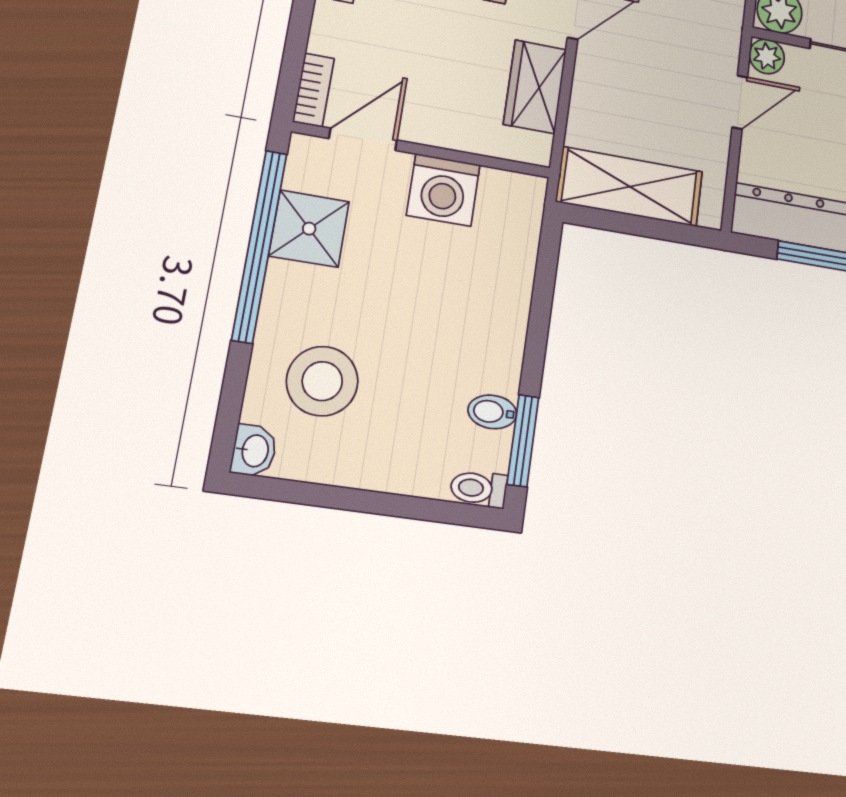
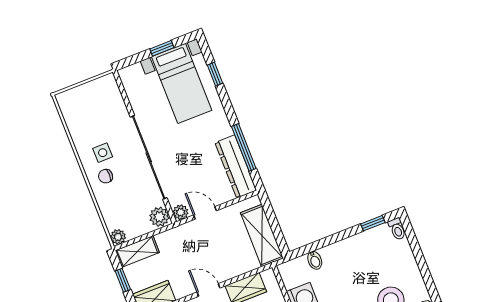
bidet: (492, 412) -> (315, 260), moved
window: (523, 441) -> (373, 223), width x0.67

